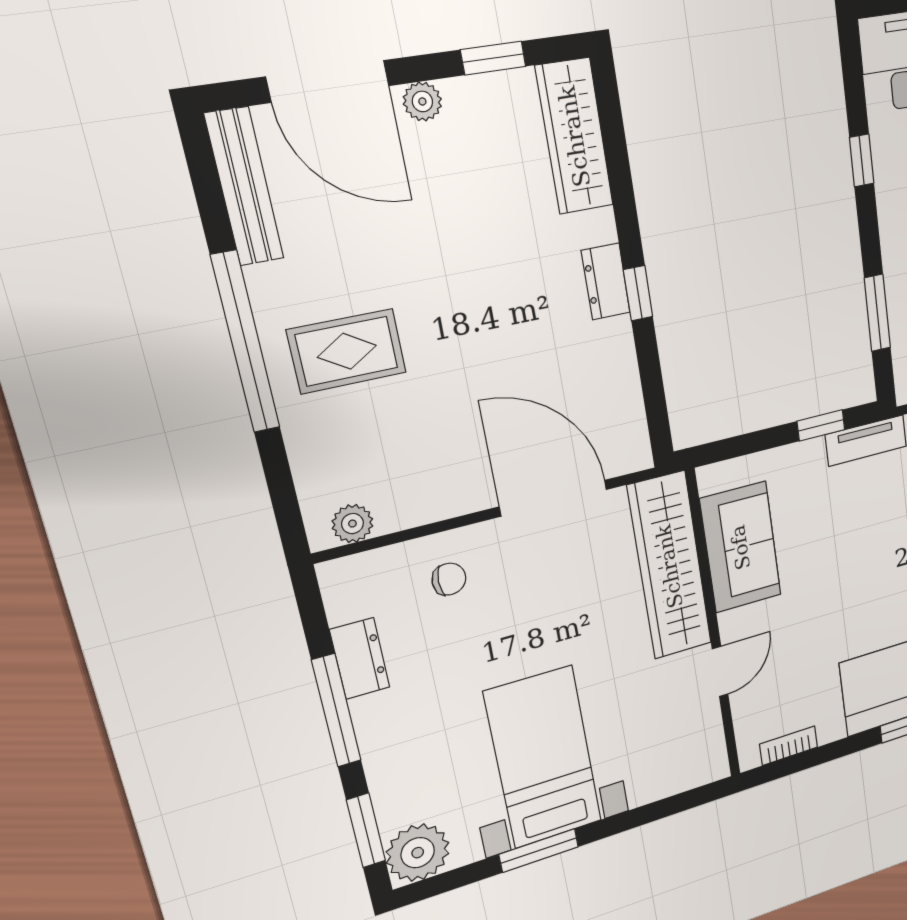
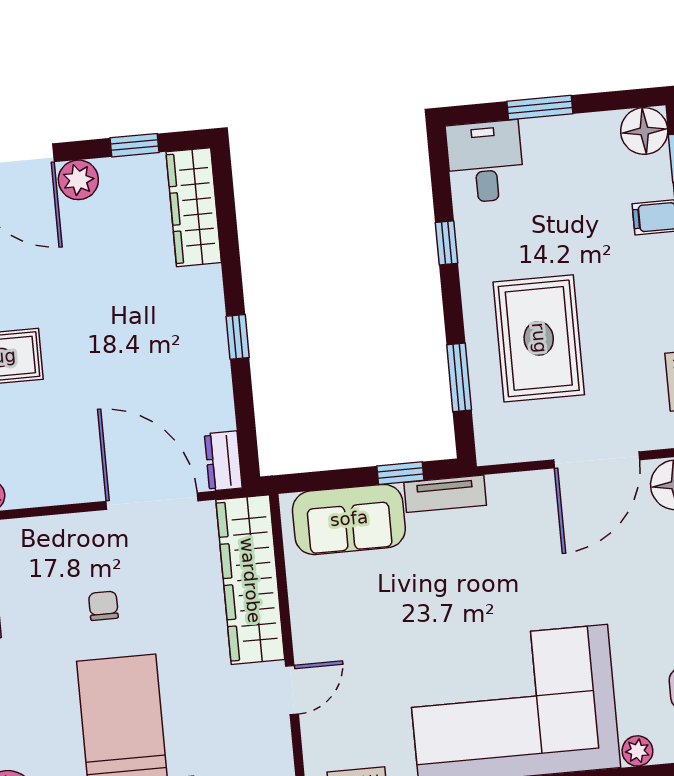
plant: (422, 101) -> (78, 180), width x1.38, depth x1.38
dresser: (606, 282) -> (223, 461), moved
sofa: (741, 547) -> (349, 519), moved, turned 90
chair: (449, 579) -> (103, 606), moved, turned -90

